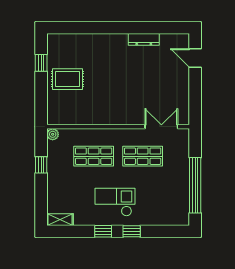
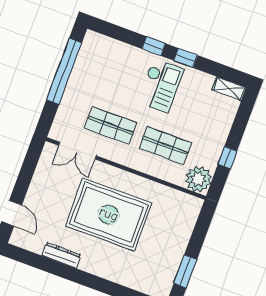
window: (41, 63) -> (185, 271), width x1.50
rug: (67, 79) -> (109, 214), moved, width x1.86, depth x2.06
plant: (53, 134) -> (198, 179), width x1.88, depth x1.88
checkout: (115, 202) -> (160, 86), turned -90

